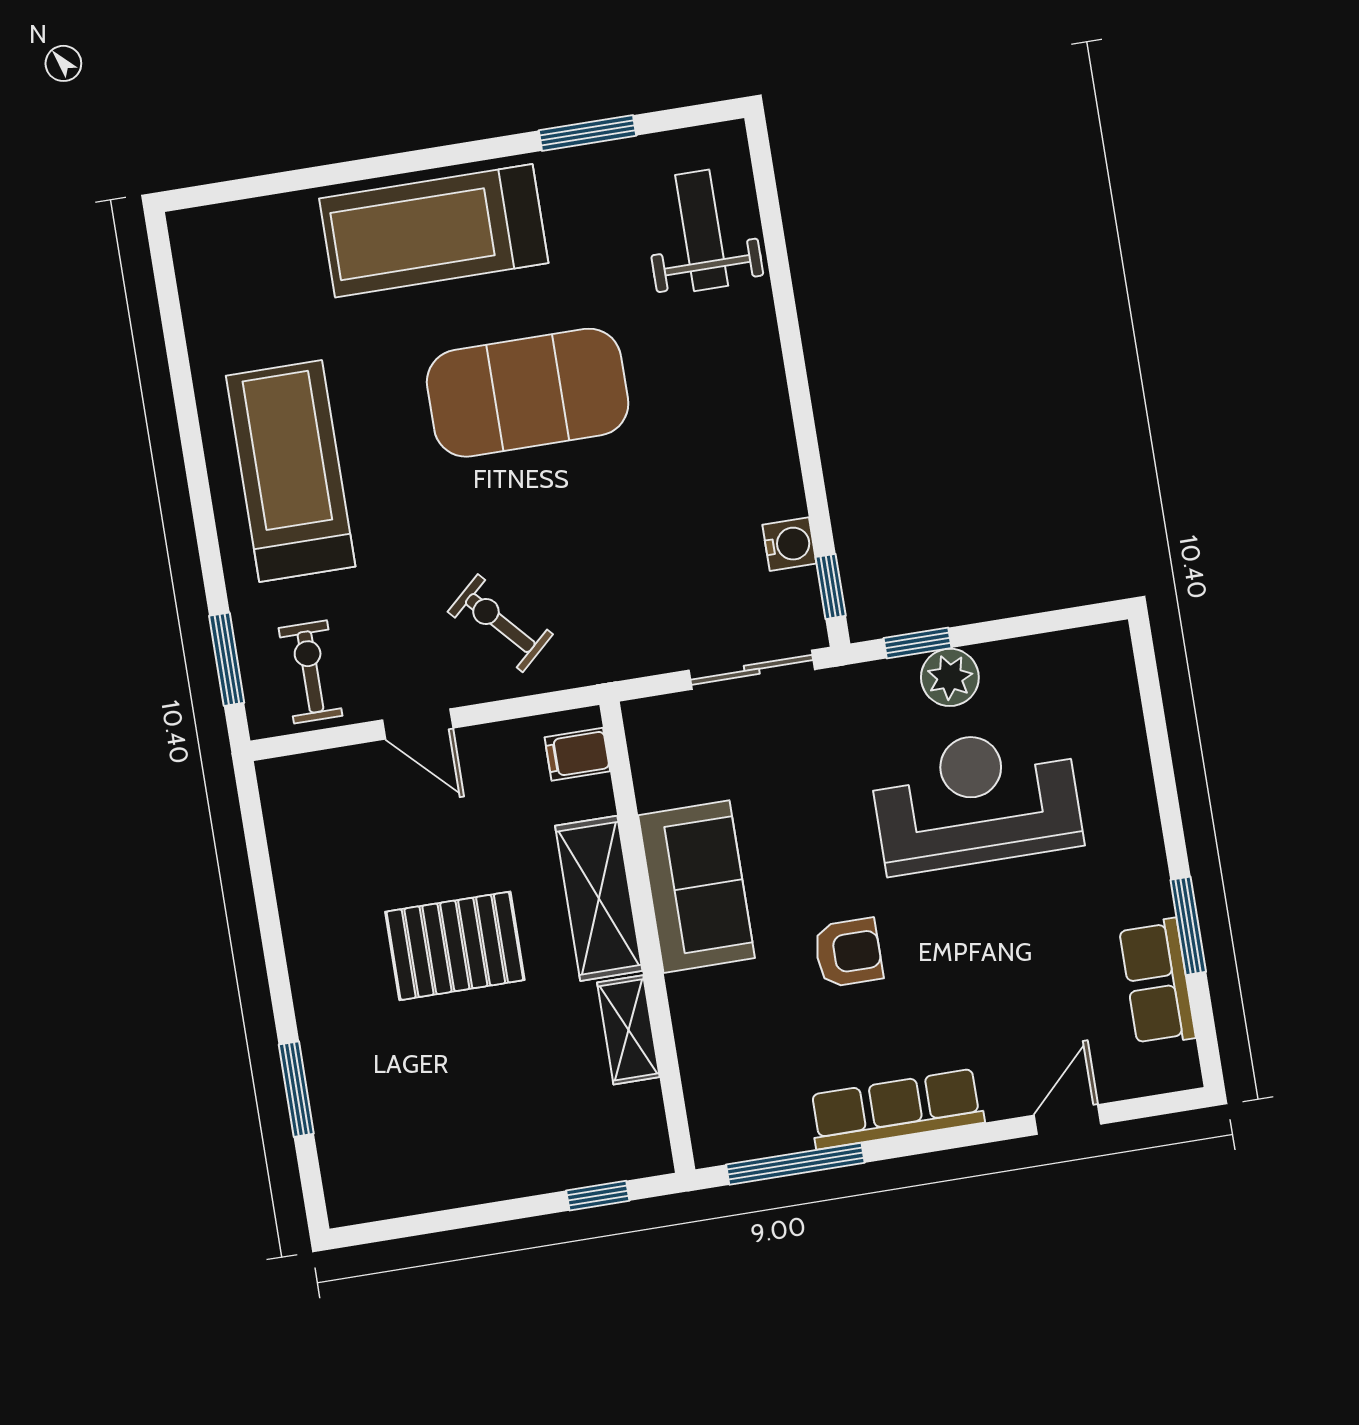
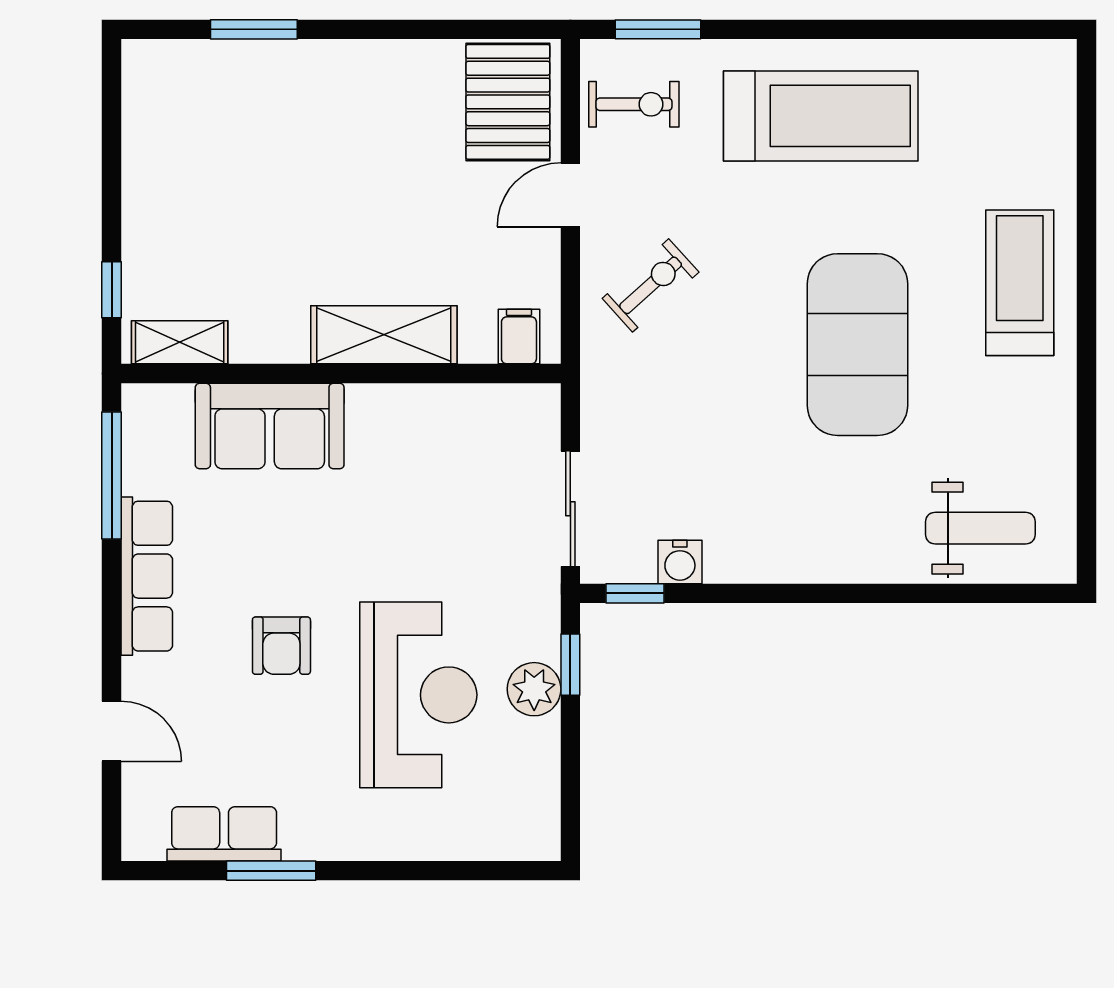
window: (587, 133) -> (1087, 438), removed
treadmill: (434, 231) -> (1020, 283), width x0.73, depth x0.73
sofa: (697, 887) -> (270, 426), moved
pallet: (455, 946) -> (508, 102), moved
armchair: (848, 953) -> (281, 646), moved
shelving: (628, 1030) -> (180, 342), moved

